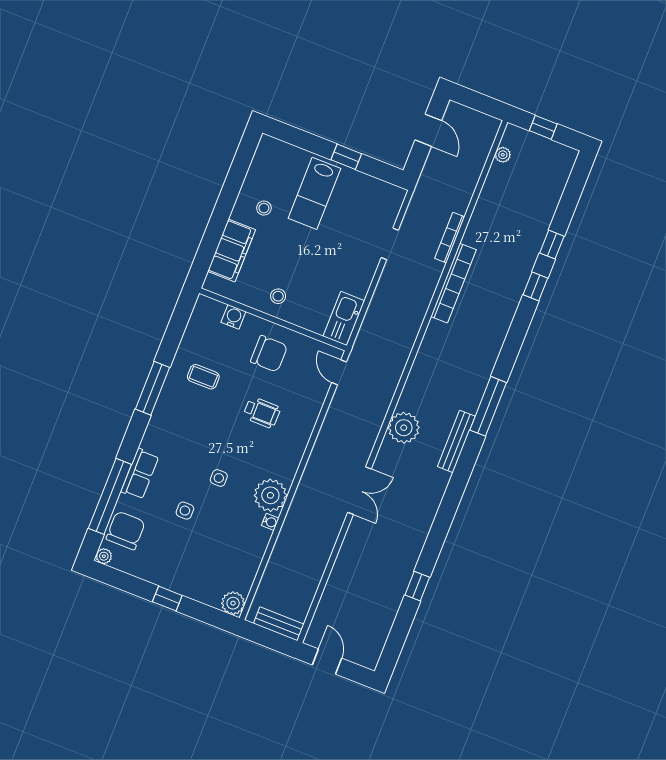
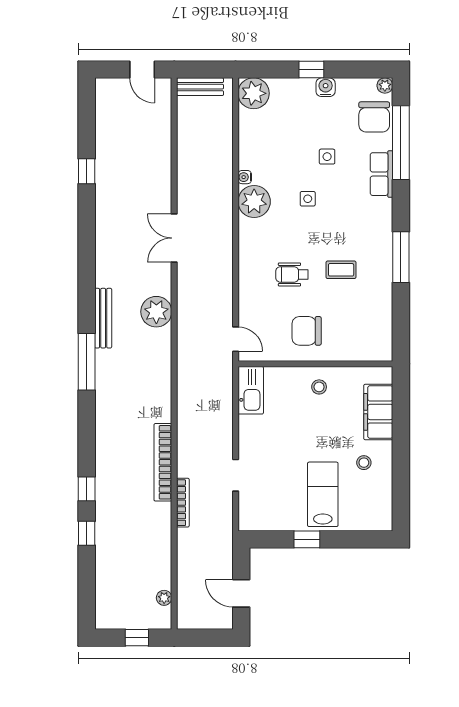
water cooler: (233, 317) -> (326, 87), moved, turned 180
coffee table: (203, 377) -> (341, 270), moved
plant: (233, 603) -> (254, 93), width x1.36, depth x1.36

